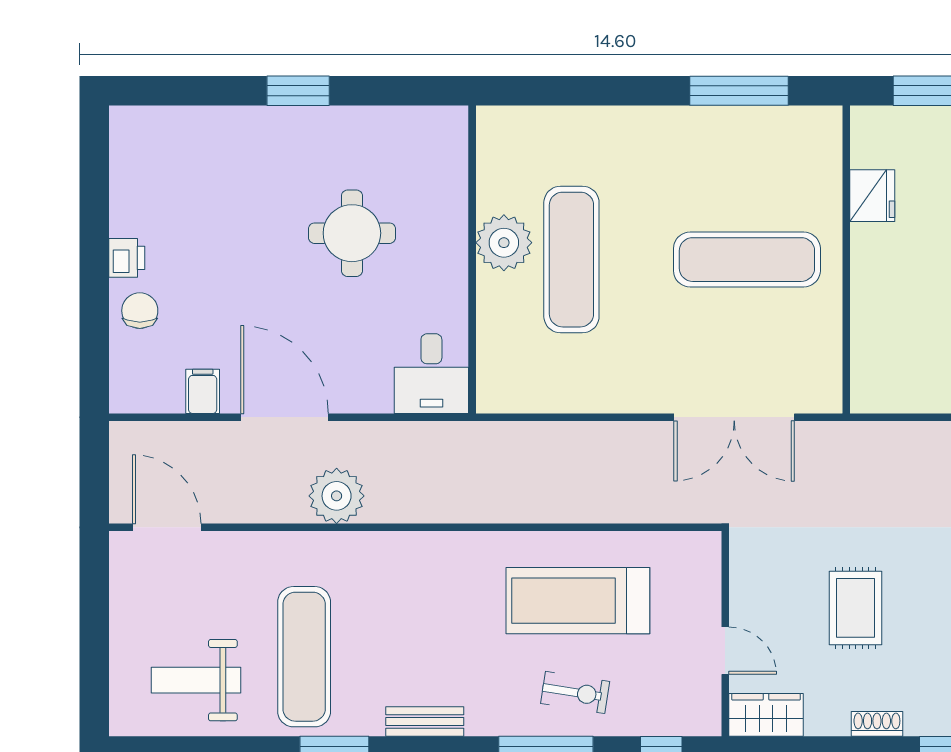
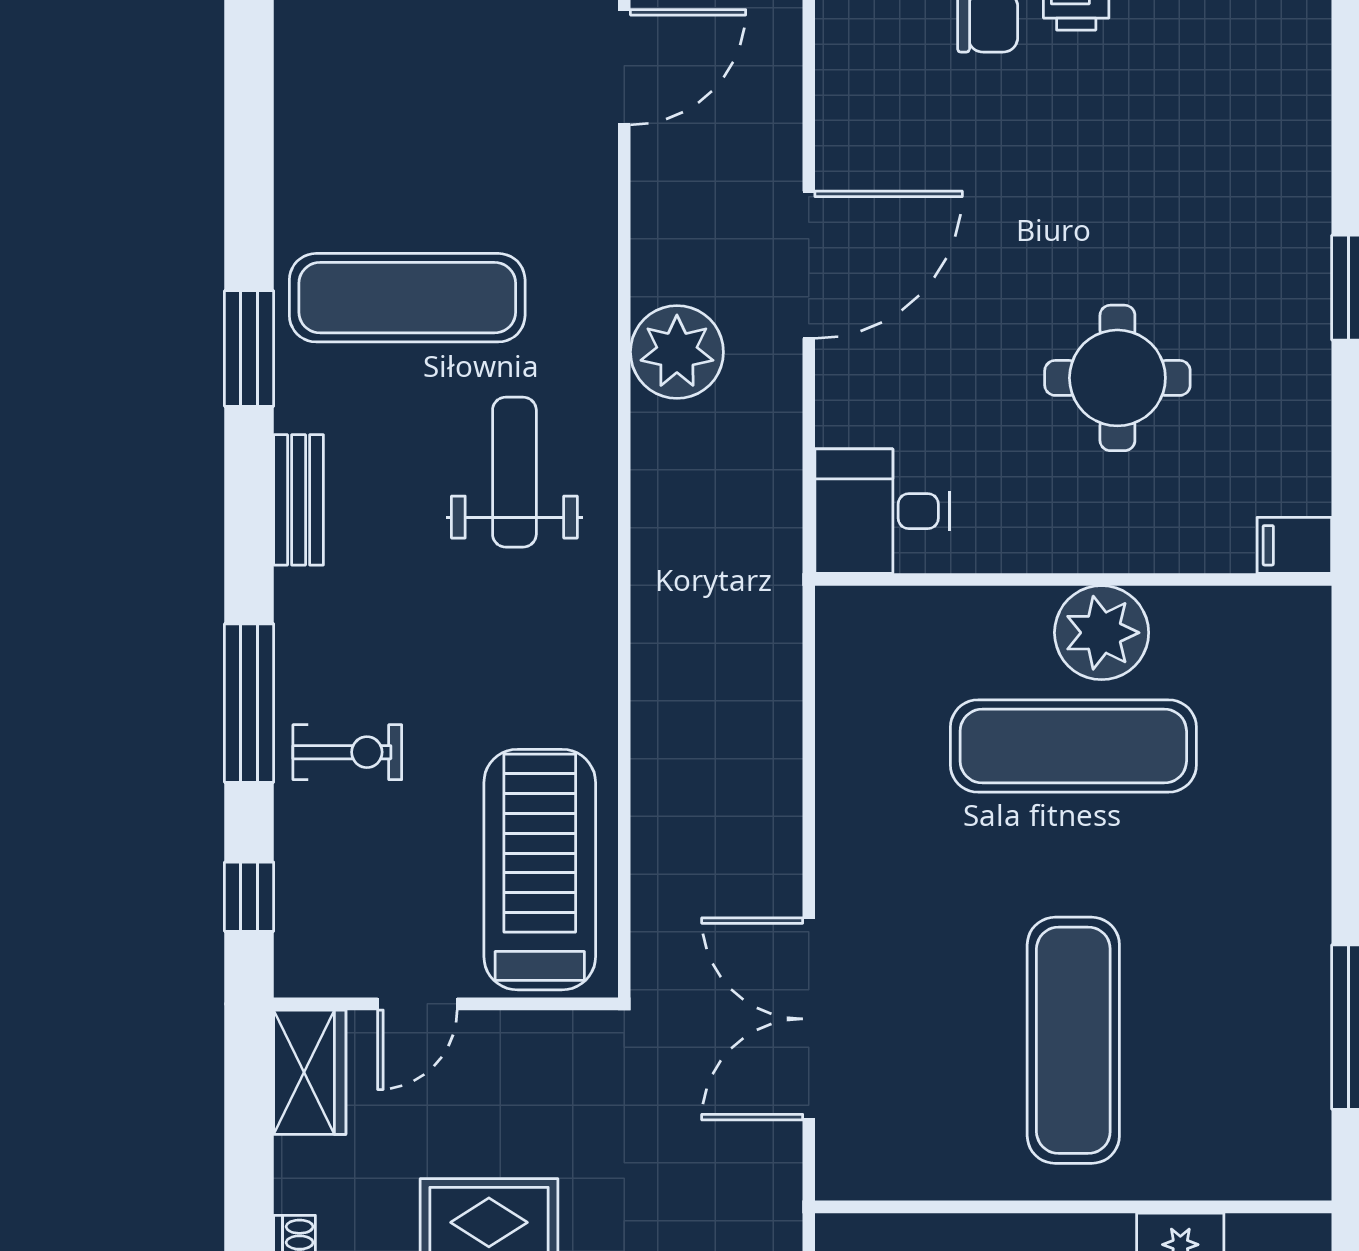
filing cabinet: (203, 391) -> (1294, 545), moved, turned 180
treadmill: (578, 601) -> (540, 870), moved
weight bench: (196, 680) -> (514, 472), moved
exercise bike: (575, 692) -> (347, 752), turned -99

